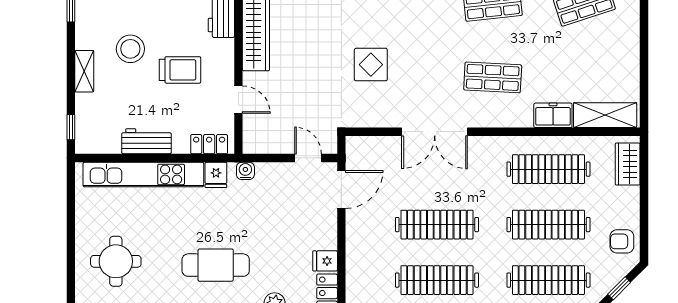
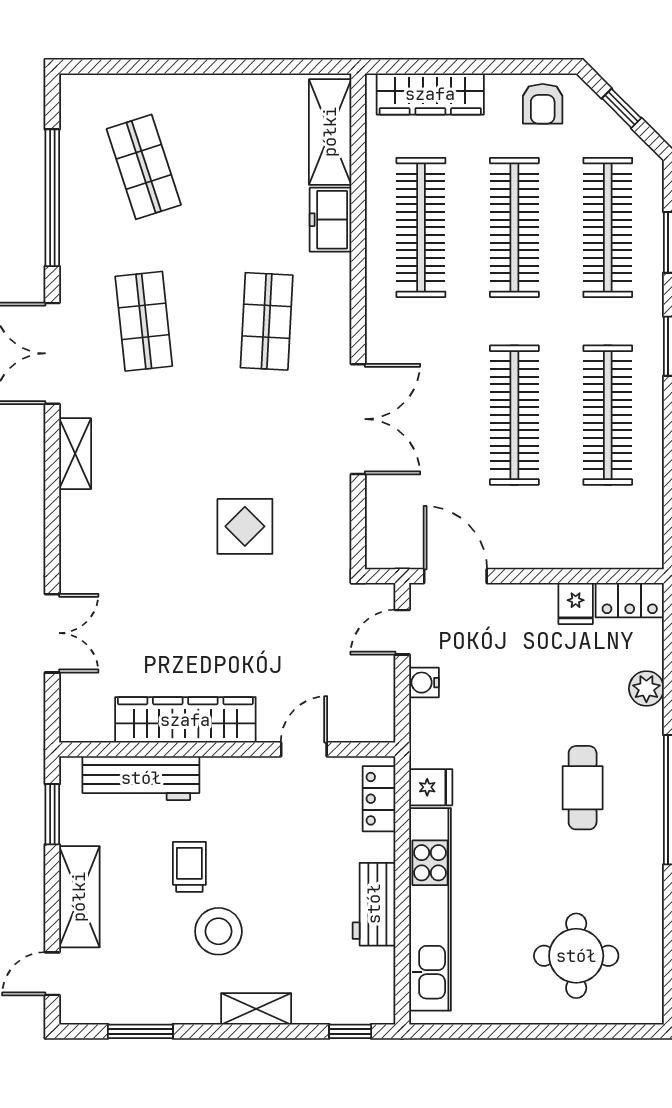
trolley: (180, 70) -> (189, 867), moved, width x0.73, depth x0.72
wardrobe: (628, 164) -> (430, 94), width x1.50
water cooler: (245, 171) -> (424, 683), moved
cafe table: (216, 265) -> (583, 788), width x0.73, depth x0.74

